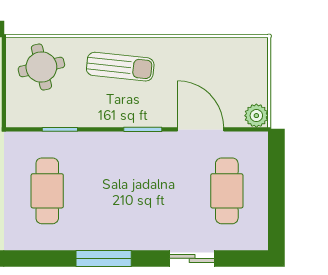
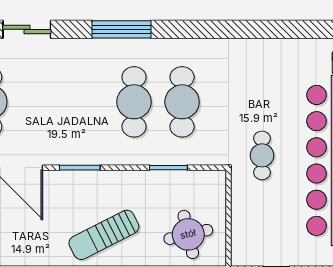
sun lounger: (120, 67) -> (104, 235), turned -33
cafe table: (92, 191) -> (134, 102), added

